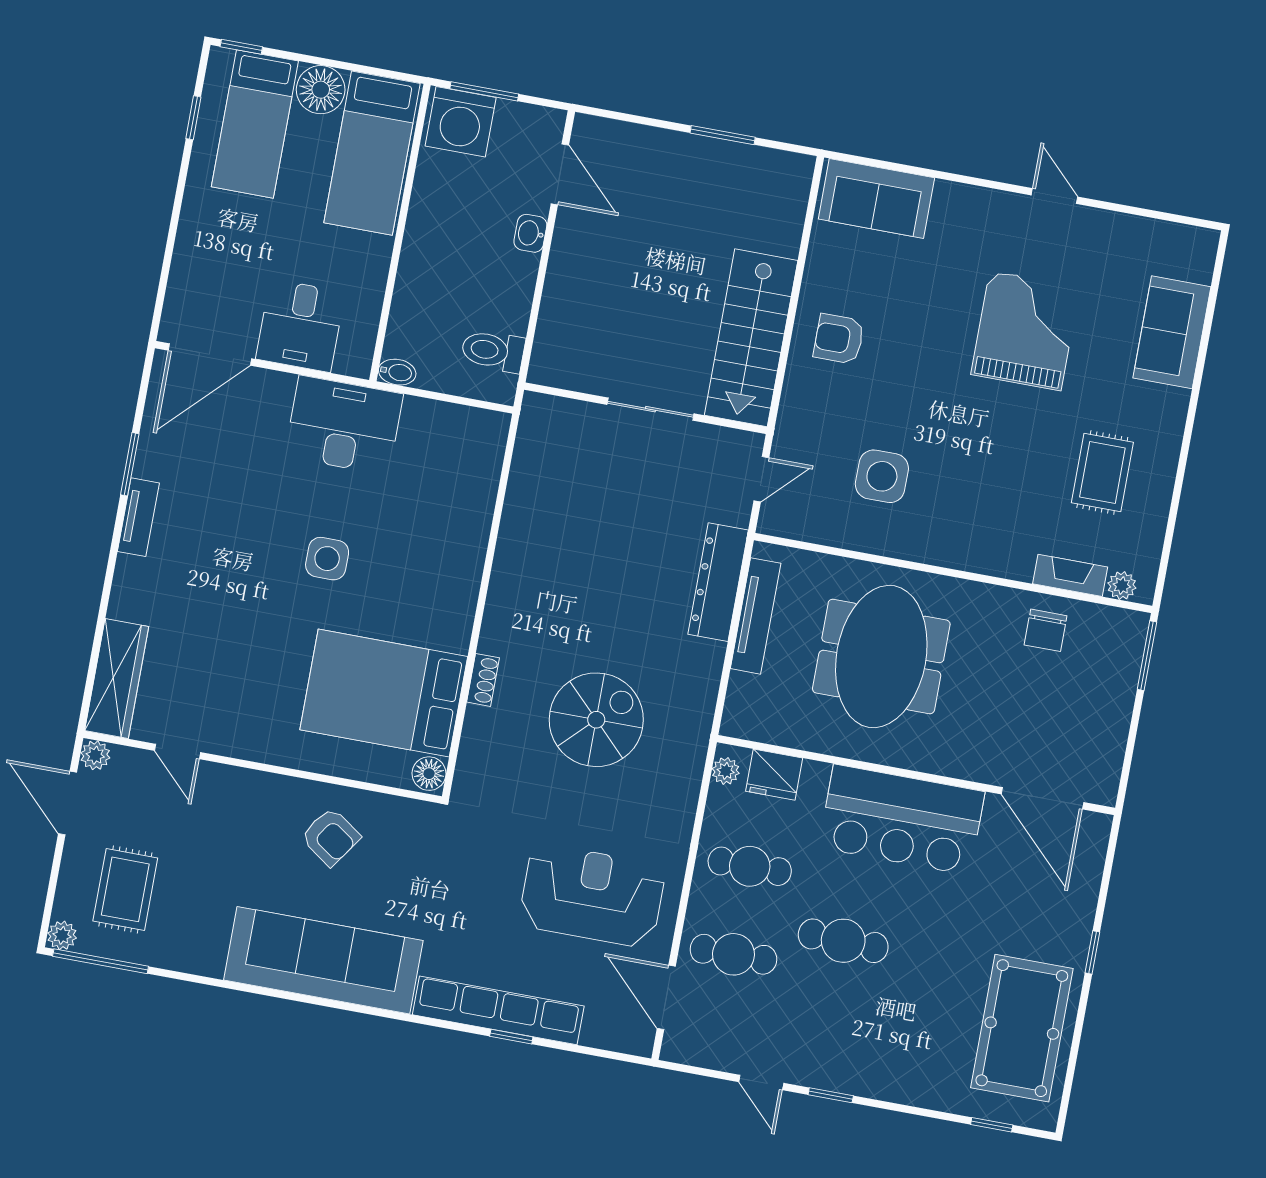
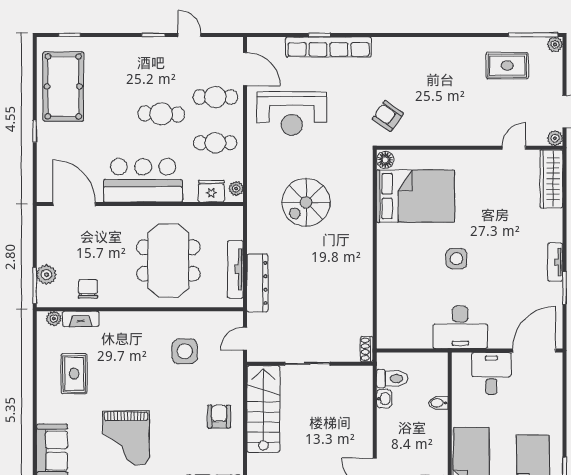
washbasin: (530, 233) -> (384, 399), moved
armchair: (839, 339) -> (219, 417), turned -90
bidet: (397, 372) -> (438, 403), moved
plant: (1121, 672) -> (46, 275), added
shoe rack: (483, 680) -> (367, 349), moved
door: (177, 751) -> (514, 148), hinge flipped
armchair: (331, 837) -> (388, 116), moved
rug: (125, 889) -> (507, 66), moved, turned 90
sofa: (323, 960) -> (421, 56), removed

